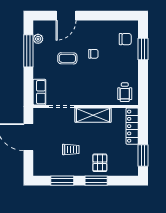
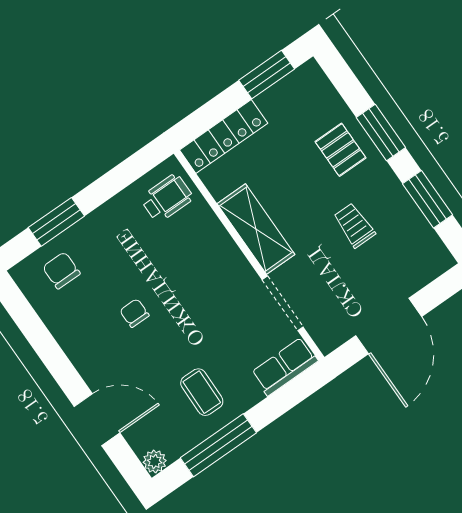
plant: (38, 39) -> (155, 461), moved
coffee table: (67, 58) -> (202, 392), moved
pallet: (100, 163) -> (340, 150), turned 90

